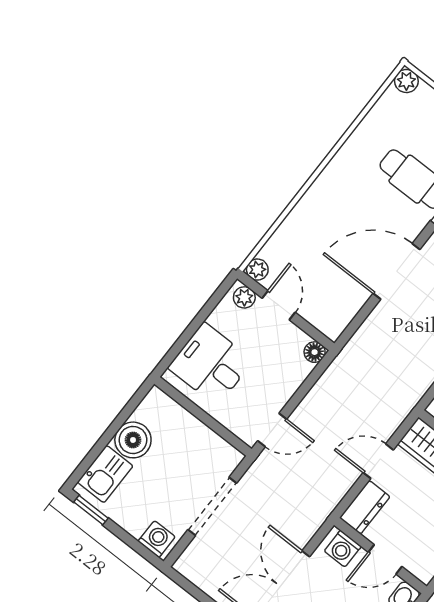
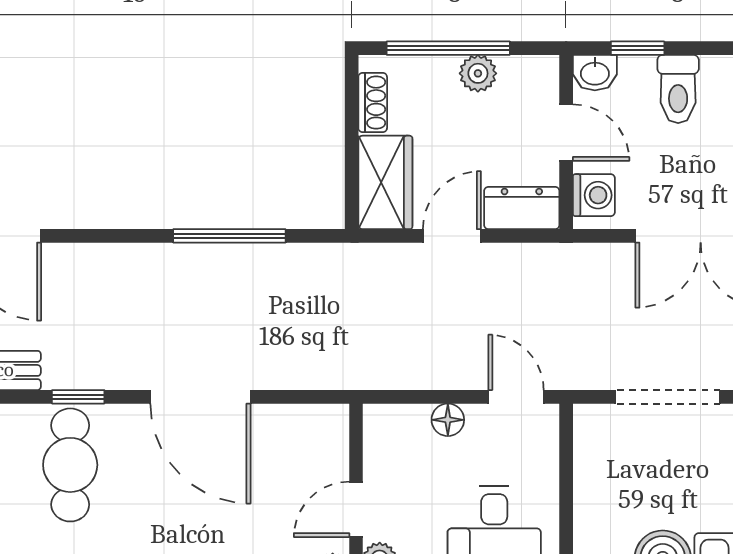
floor lamp: (315, 352) -> (448, 420), moved
door: (378, 461) -> (452, 236), swing flipped

